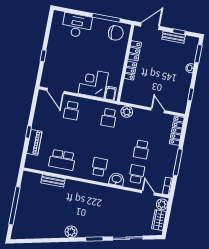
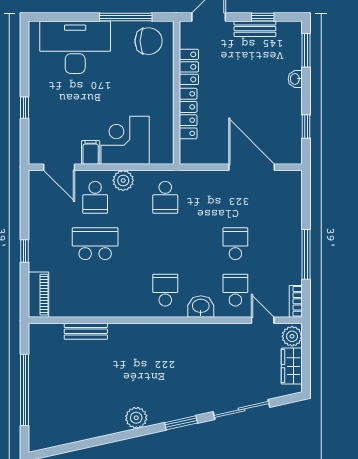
desk: (77, 26) -> (75, 47), width x1.36, depth x1.30
locker: (130, 71) -> (188, 114), width x1.53
filing cabinet: (110, 93) -> (91, 152), moved
door: (158, 110) -> (252, 167), width x1.87
plant: (127, 112) -> (123, 180), moved
locker: (177, 131) -> (293, 197), removed
piano: (34, 142) -> (38, 295), moved
school desk: (141, 149) -> (235, 244), turned 180
school desk: (62, 160) -> (95, 244), moved, turned 180

